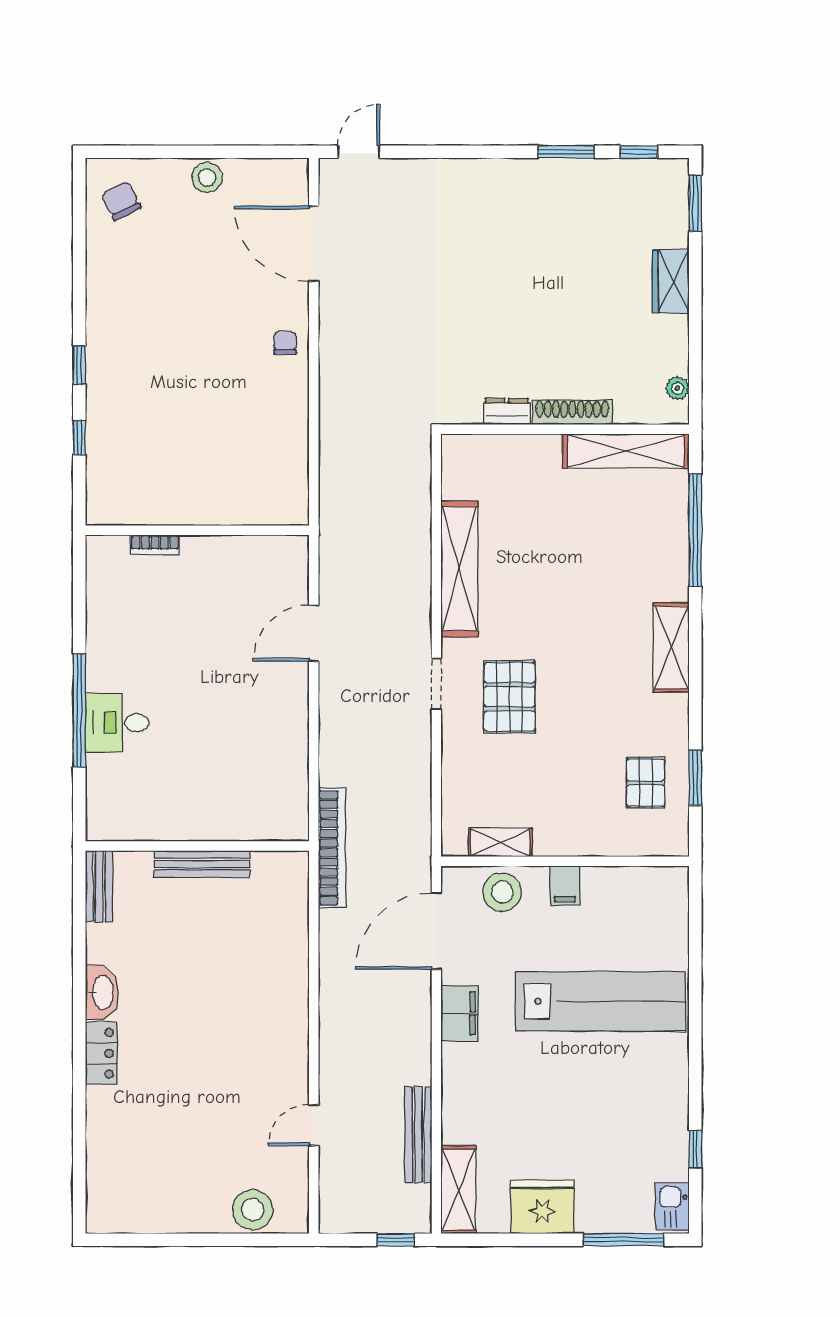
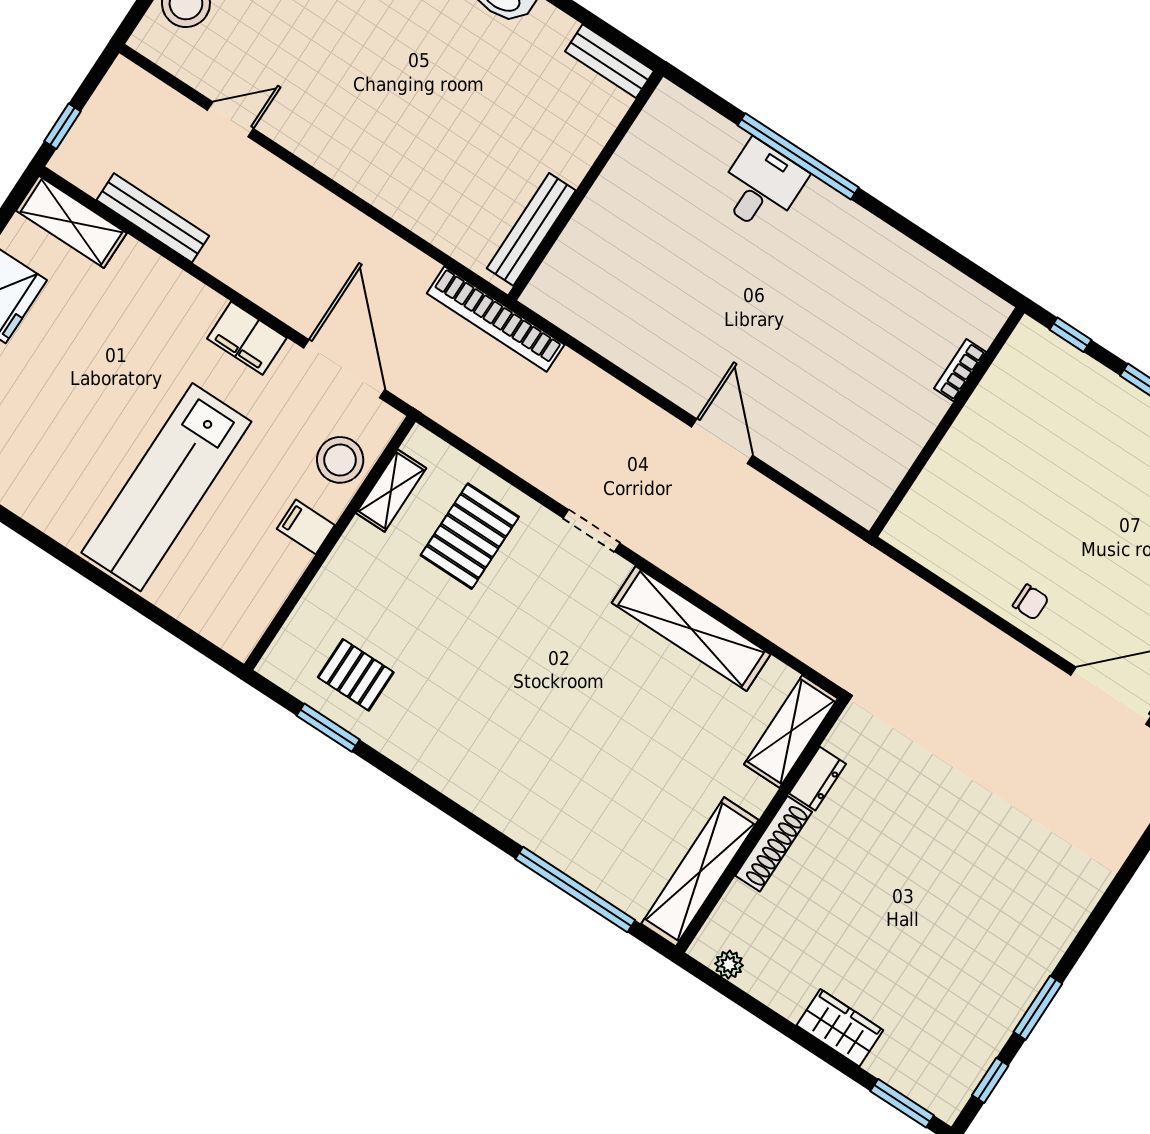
wall: (197, 530) -> (947, 422), moved
bookcase: (155, 545) -> (960, 370), moved
shelving: (671, 647) -> (791, 731), moved, turned 90
pallet: (510, 697) -> (470, 536), moved, turned 90
bench: (202, 864) -> (531, 229), moved
door: (314, 1125) -> (230, 119), hinge flipped

